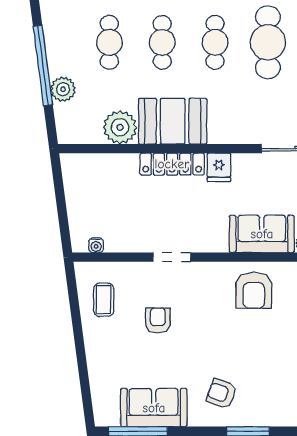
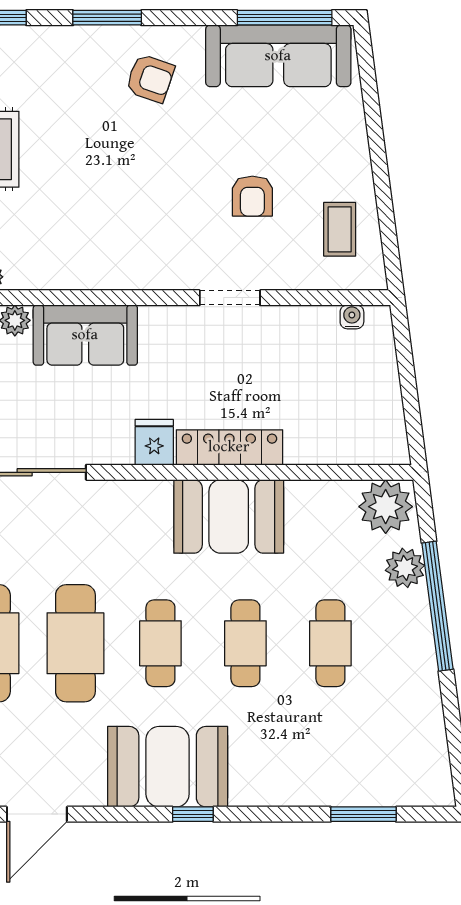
plant: (120, 127) -> (386, 507), moved
armchair: (254, 290) -> (98, 244), removed
sofa: (154, 408) -> (278, 56), width x1.36

